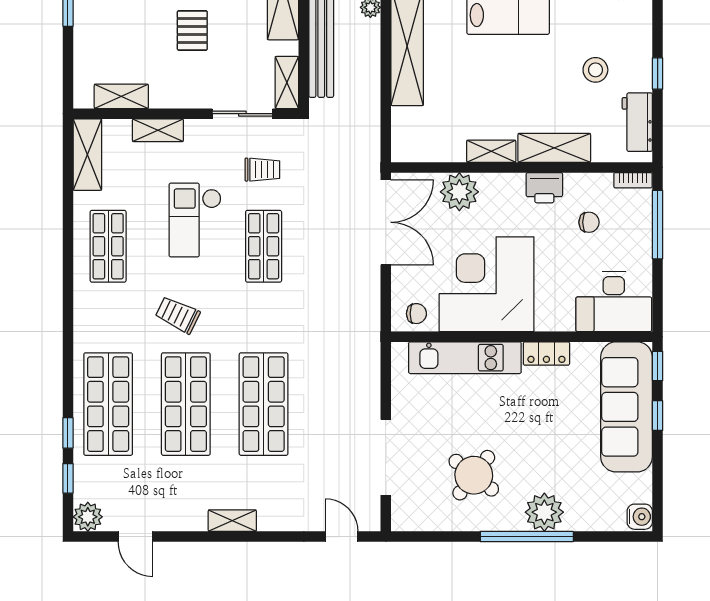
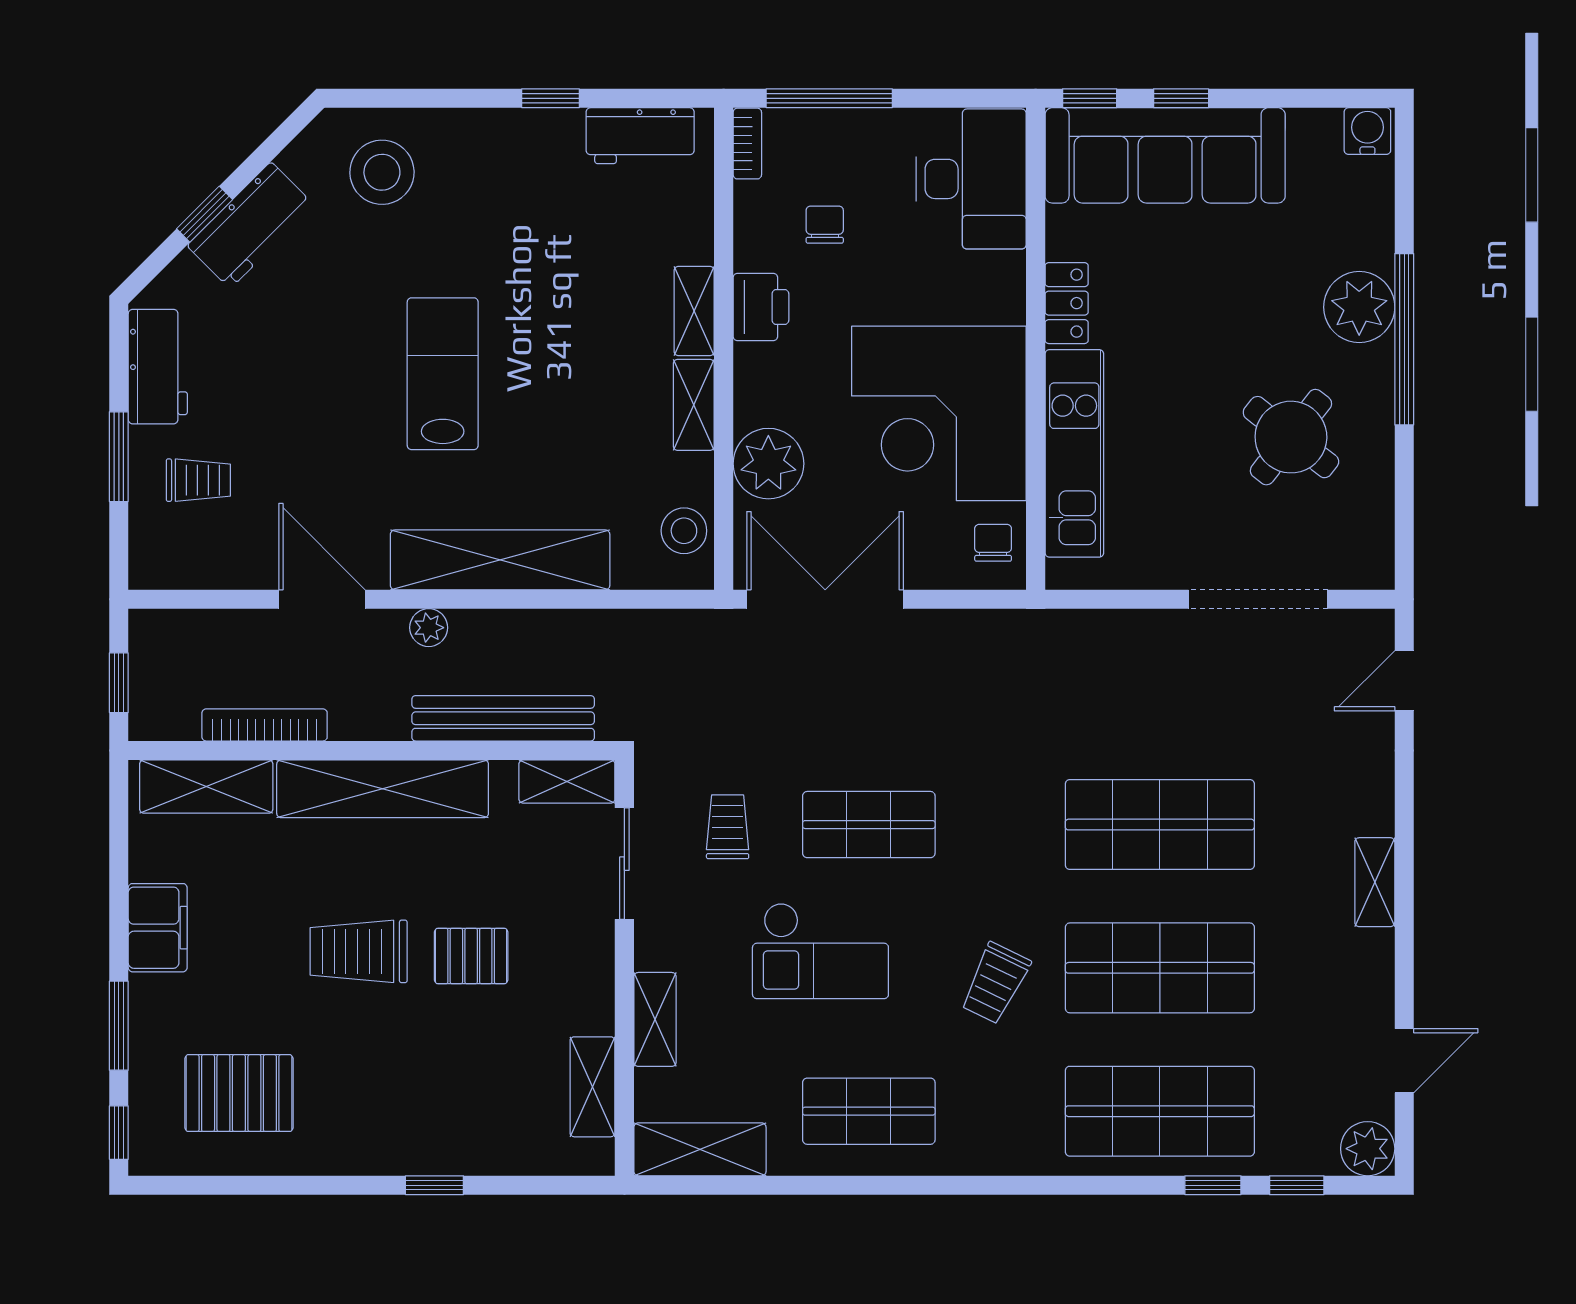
stool: (595, 70) -> (684, 531), moved
shelving: (554, 148) -> (694, 311), width x0.67, depth x0.75

